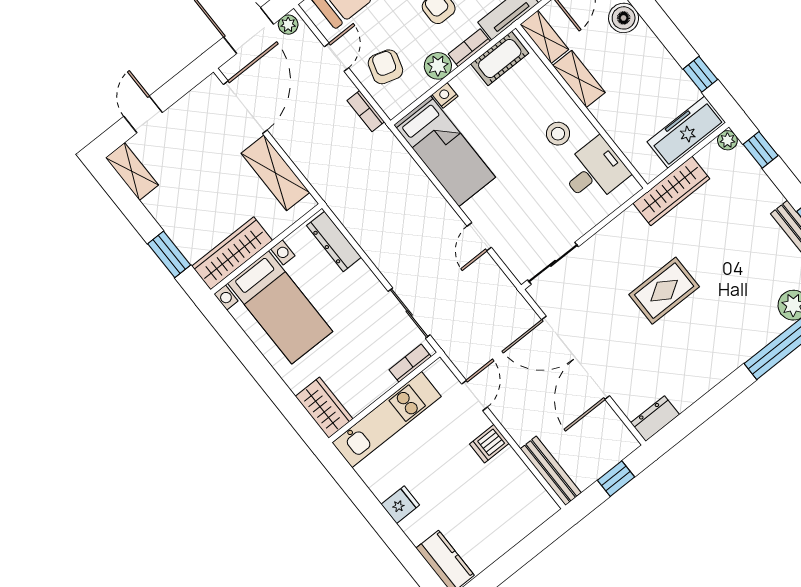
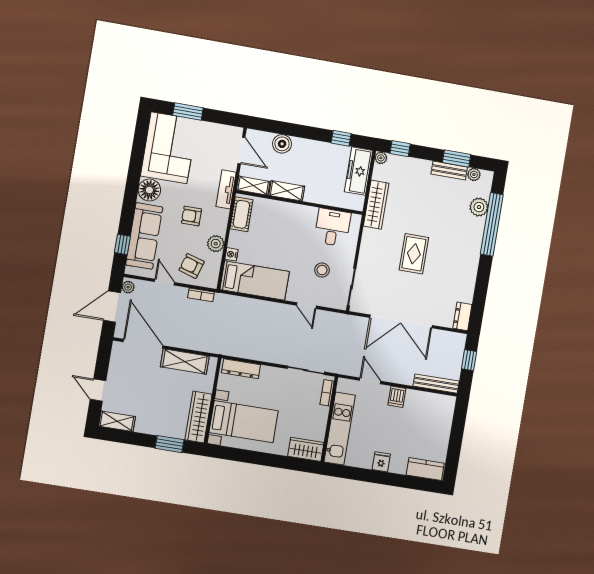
bookcase: (469, 48) -> (223, 222), removed
stool: (558, 134) -> (322, 270), moved

